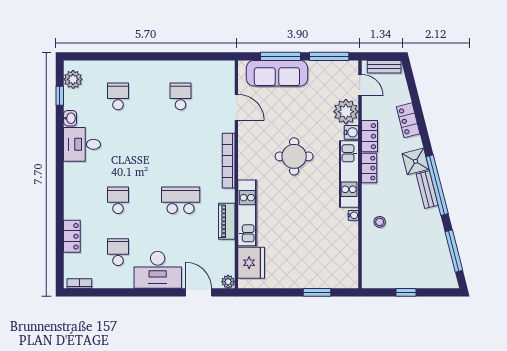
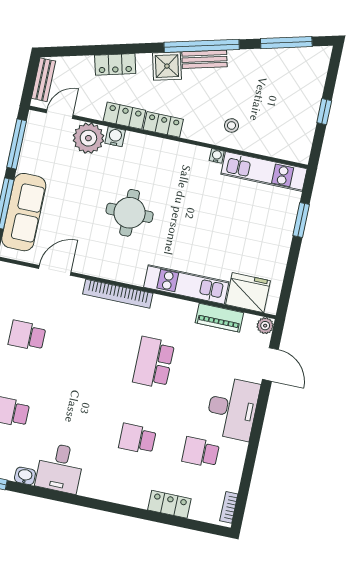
kitchen unit: (349, 174) -> (264, 171), moved
piano: (227, 221) -> (219, 318), moved
door: (199, 292) -> (270, 364), swing flipped

